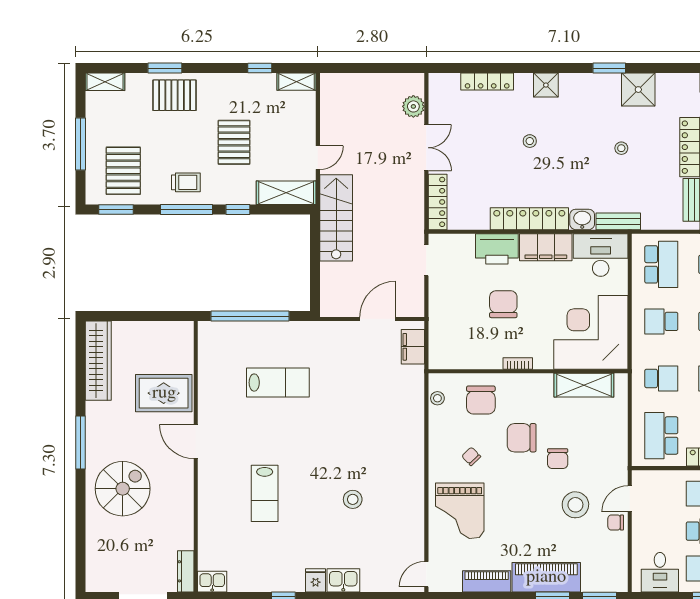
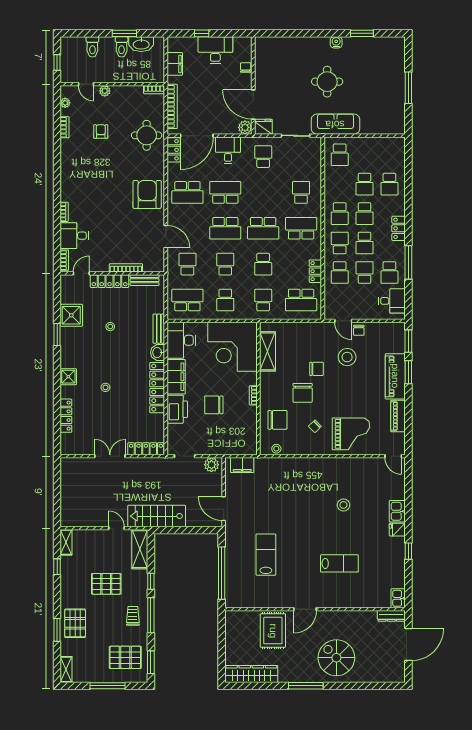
plant: (413, 106) -> (211, 465), moved
door: (378, 319) -> (224, 509), moved

